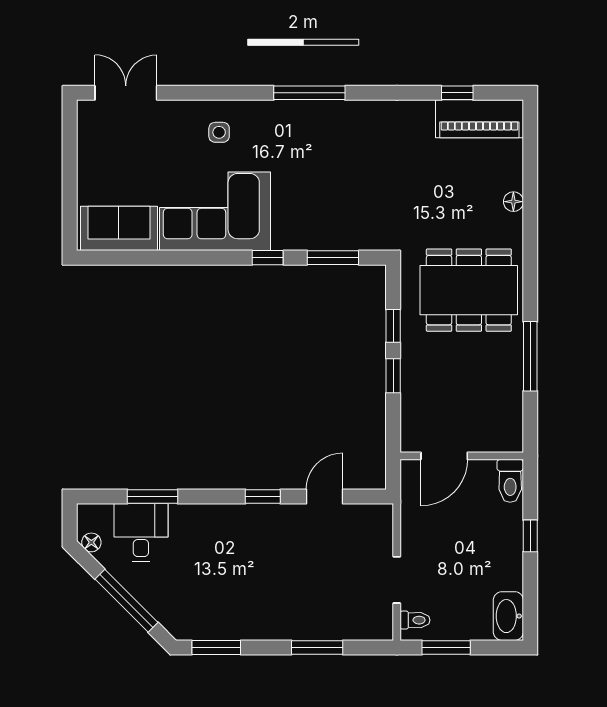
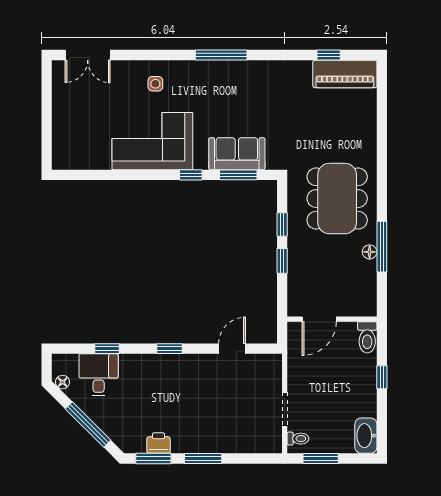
double door: (126, 93) -> (88, 55), swing flipped
floor lamp: (513, 202) -> (370, 252), moved
sofa: (119, 228) -> (237, 154), moved
dining table: (469, 290) -> (337, 199), turned 90
window: (153, 497) -> (107, 349), width x0.67
window: (263, 497) -> (170, 349), moved
printer: (223, 626) -> (159, 443), added
window: (317, 647) -> (203, 458), moved

